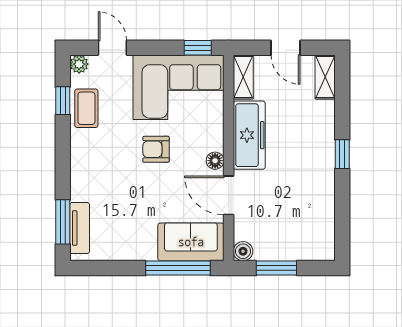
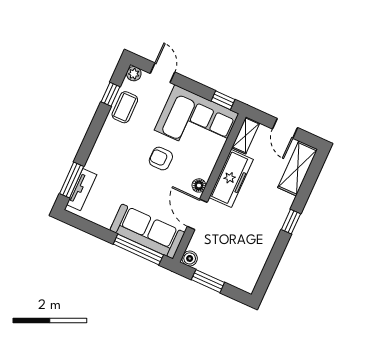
shelving: (325, 77) -> (298, 168), width x1.50, depth x1.33
sofa: (191, 242) -> (147, 231), width x1.36

